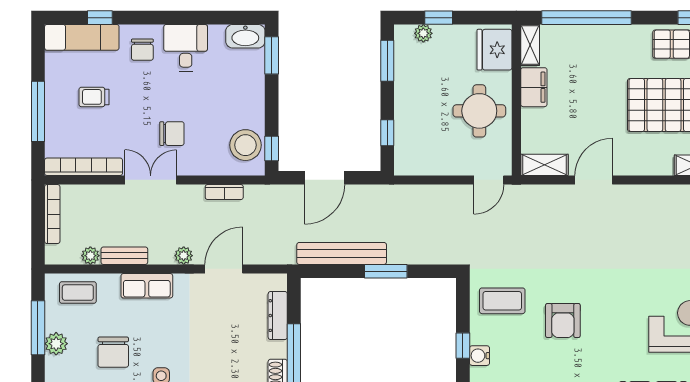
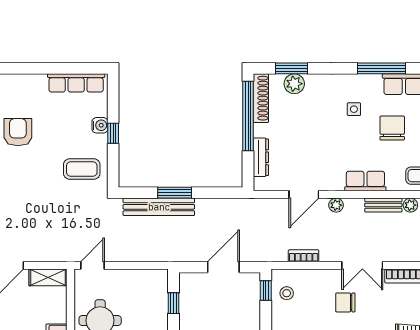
stool: (245, 145) -> (287, 293), width x0.53, depth x0.53
bench: (342, 253) -> (159, 207), moved
armchair: (563, 320) -> (18, 132), moved

